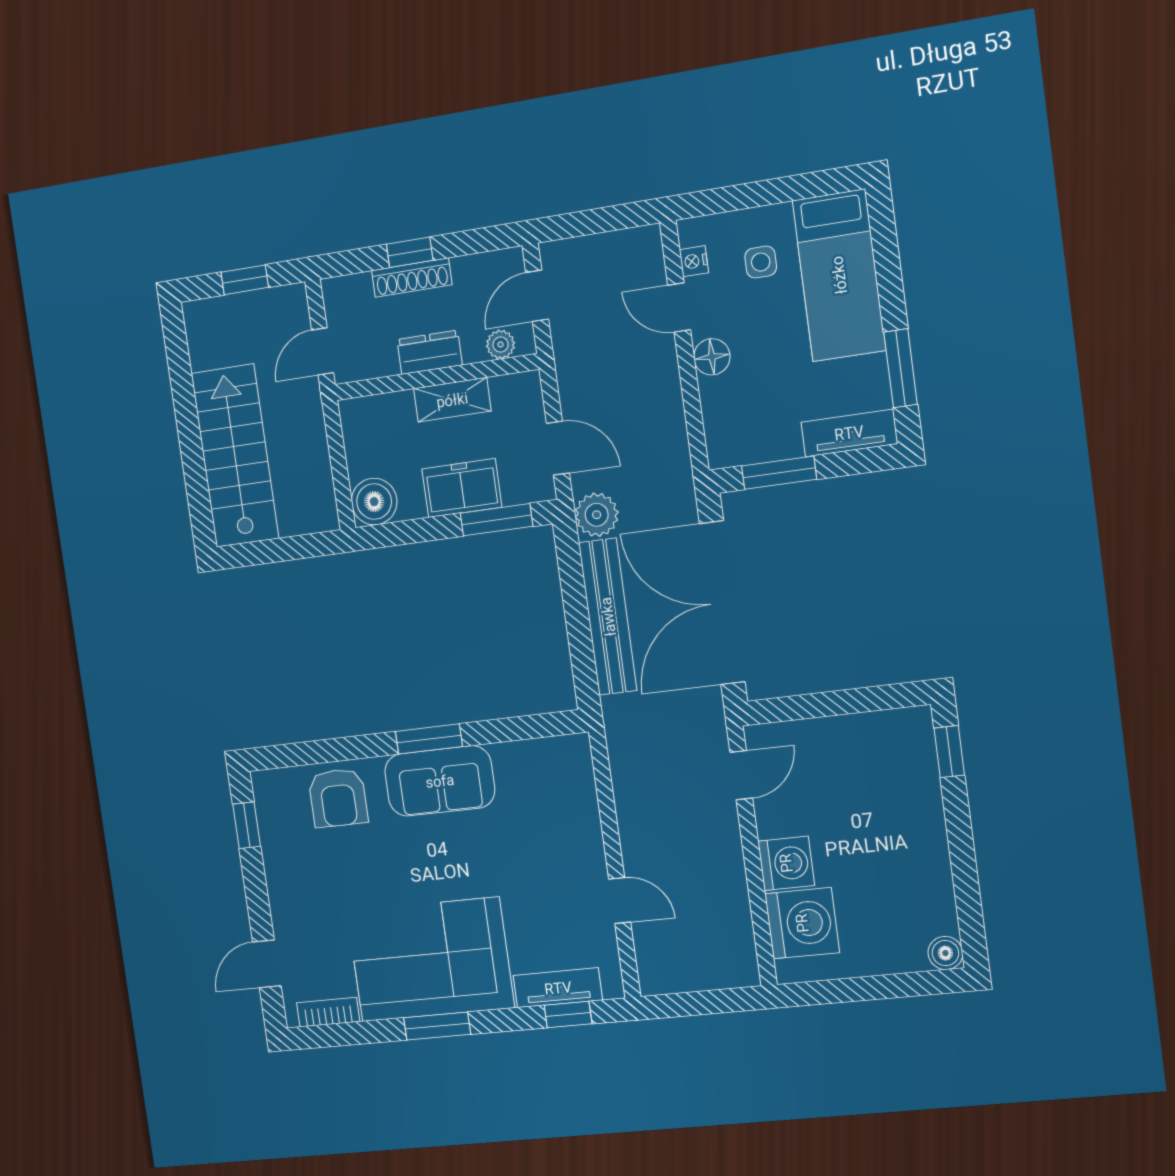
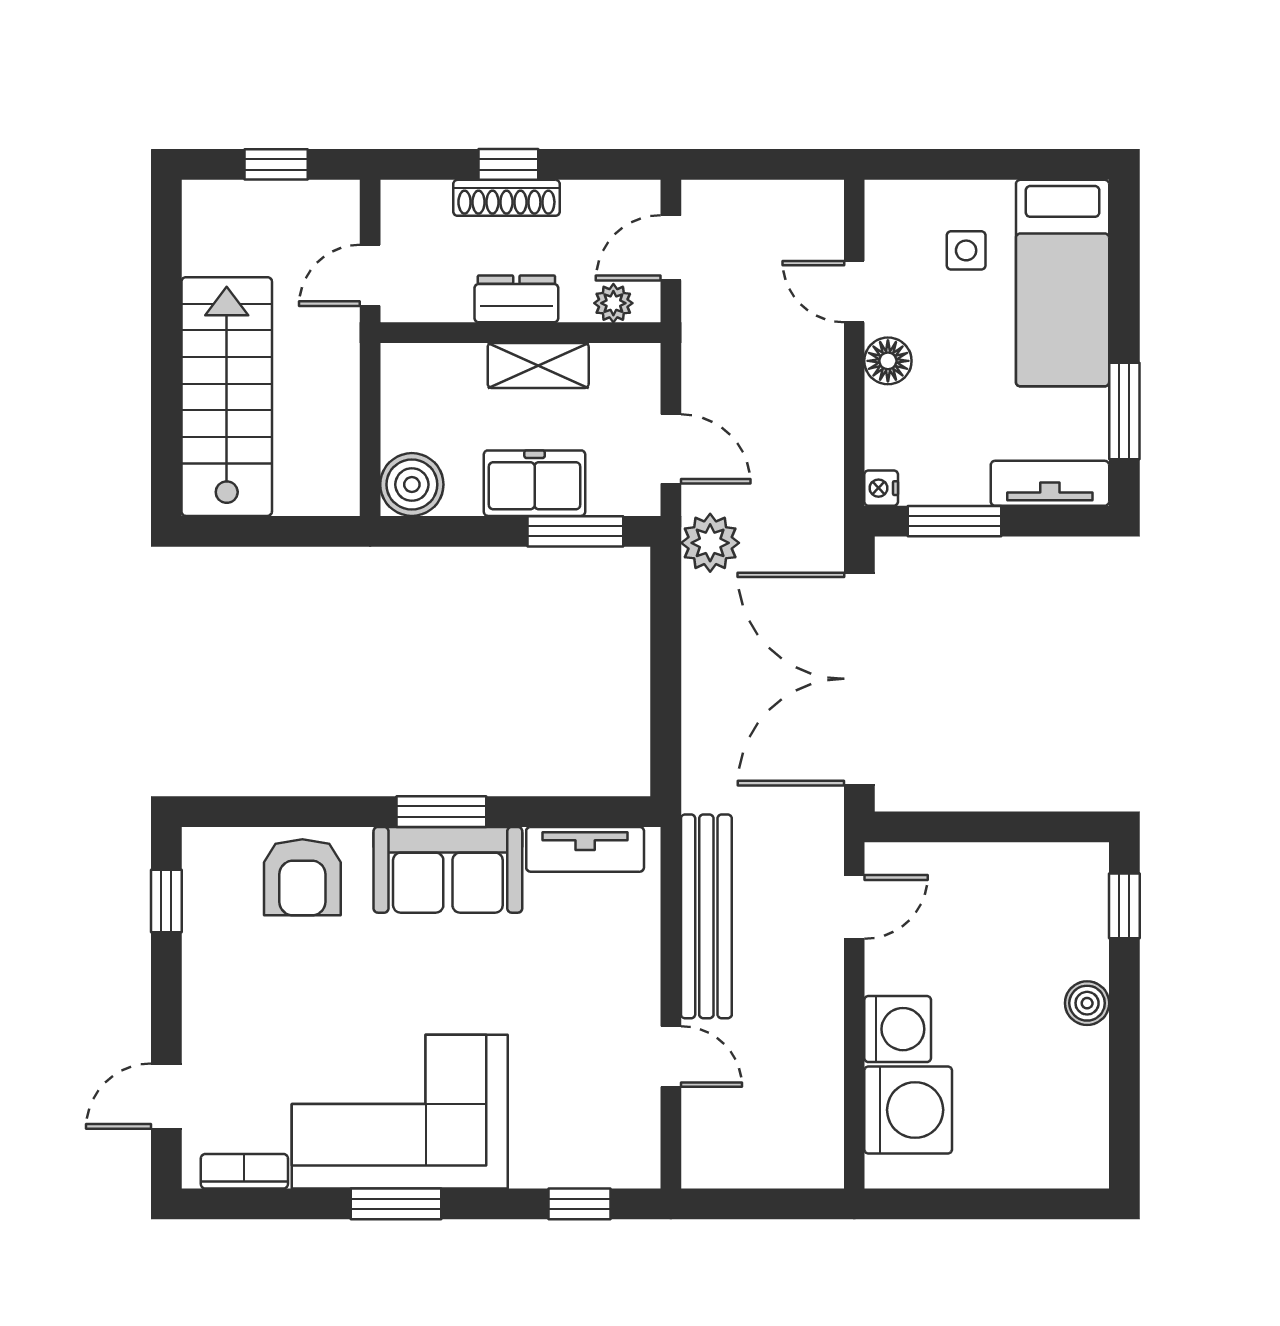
nightstand: (694, 261) -> (881, 488), moved
bench: (608, 617) -> (706, 916), moved
boiler: (945, 953) -> (1087, 1003), moved
tv unit: (558, 988) -> (585, 849), moved, turned 180

